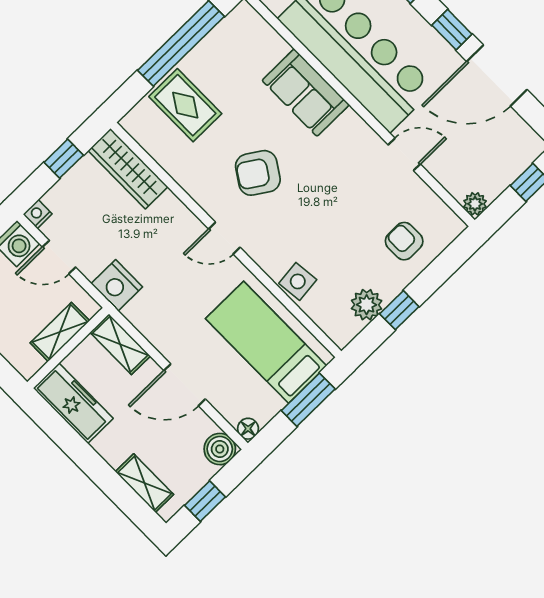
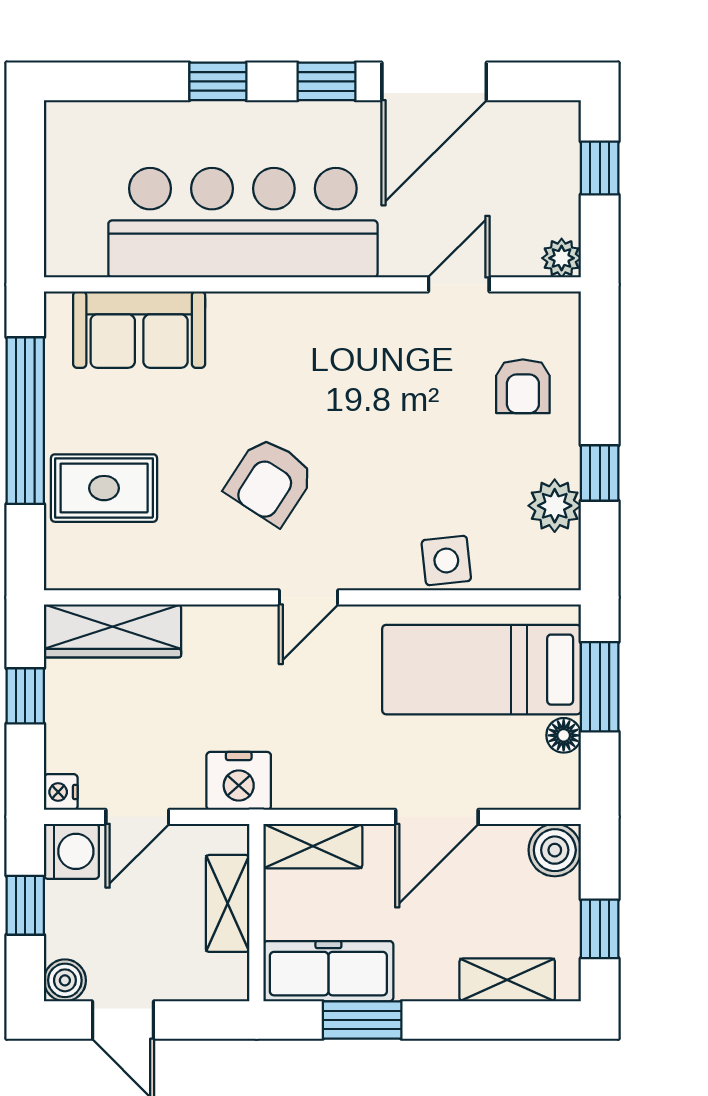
sofa: (306, 93) -> (139, 330), moved
door: (404, 154) -> (459, 284), moved
armchair: (404, 241) -> (523, 386), turned -90
floor lamp: (248, 429) -> (564, 735), moved
window: (67, 438) -> (362, 1020), added

